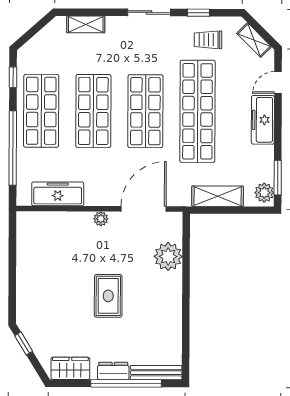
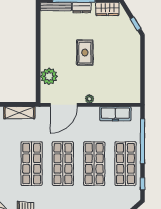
shop shelf: (197, 111) -> (32, 164), width x0.71

